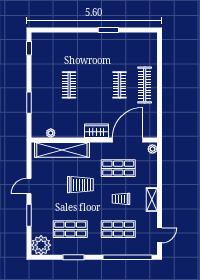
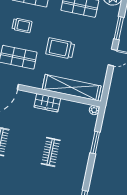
wardrobe: (97, 131) -> (47, 103), moved
plant: (51, 133) -> (94, 110), moved

